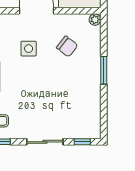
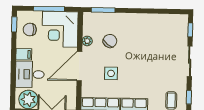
plant: (95, 20) -> (87, 41), moved
window: (104, 70) -> (103, 10), moved

